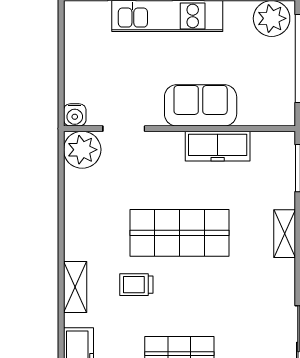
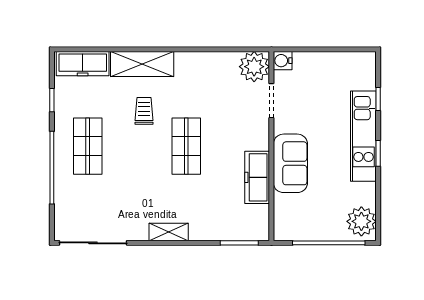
shop shelf: (179, 233) -> (186, 146), width x0.70, depth x0.74
shelving: (285, 234) -> (169, 232), moved
shelving: (75, 287) -> (142, 64), width x1.50, depth x1.33

